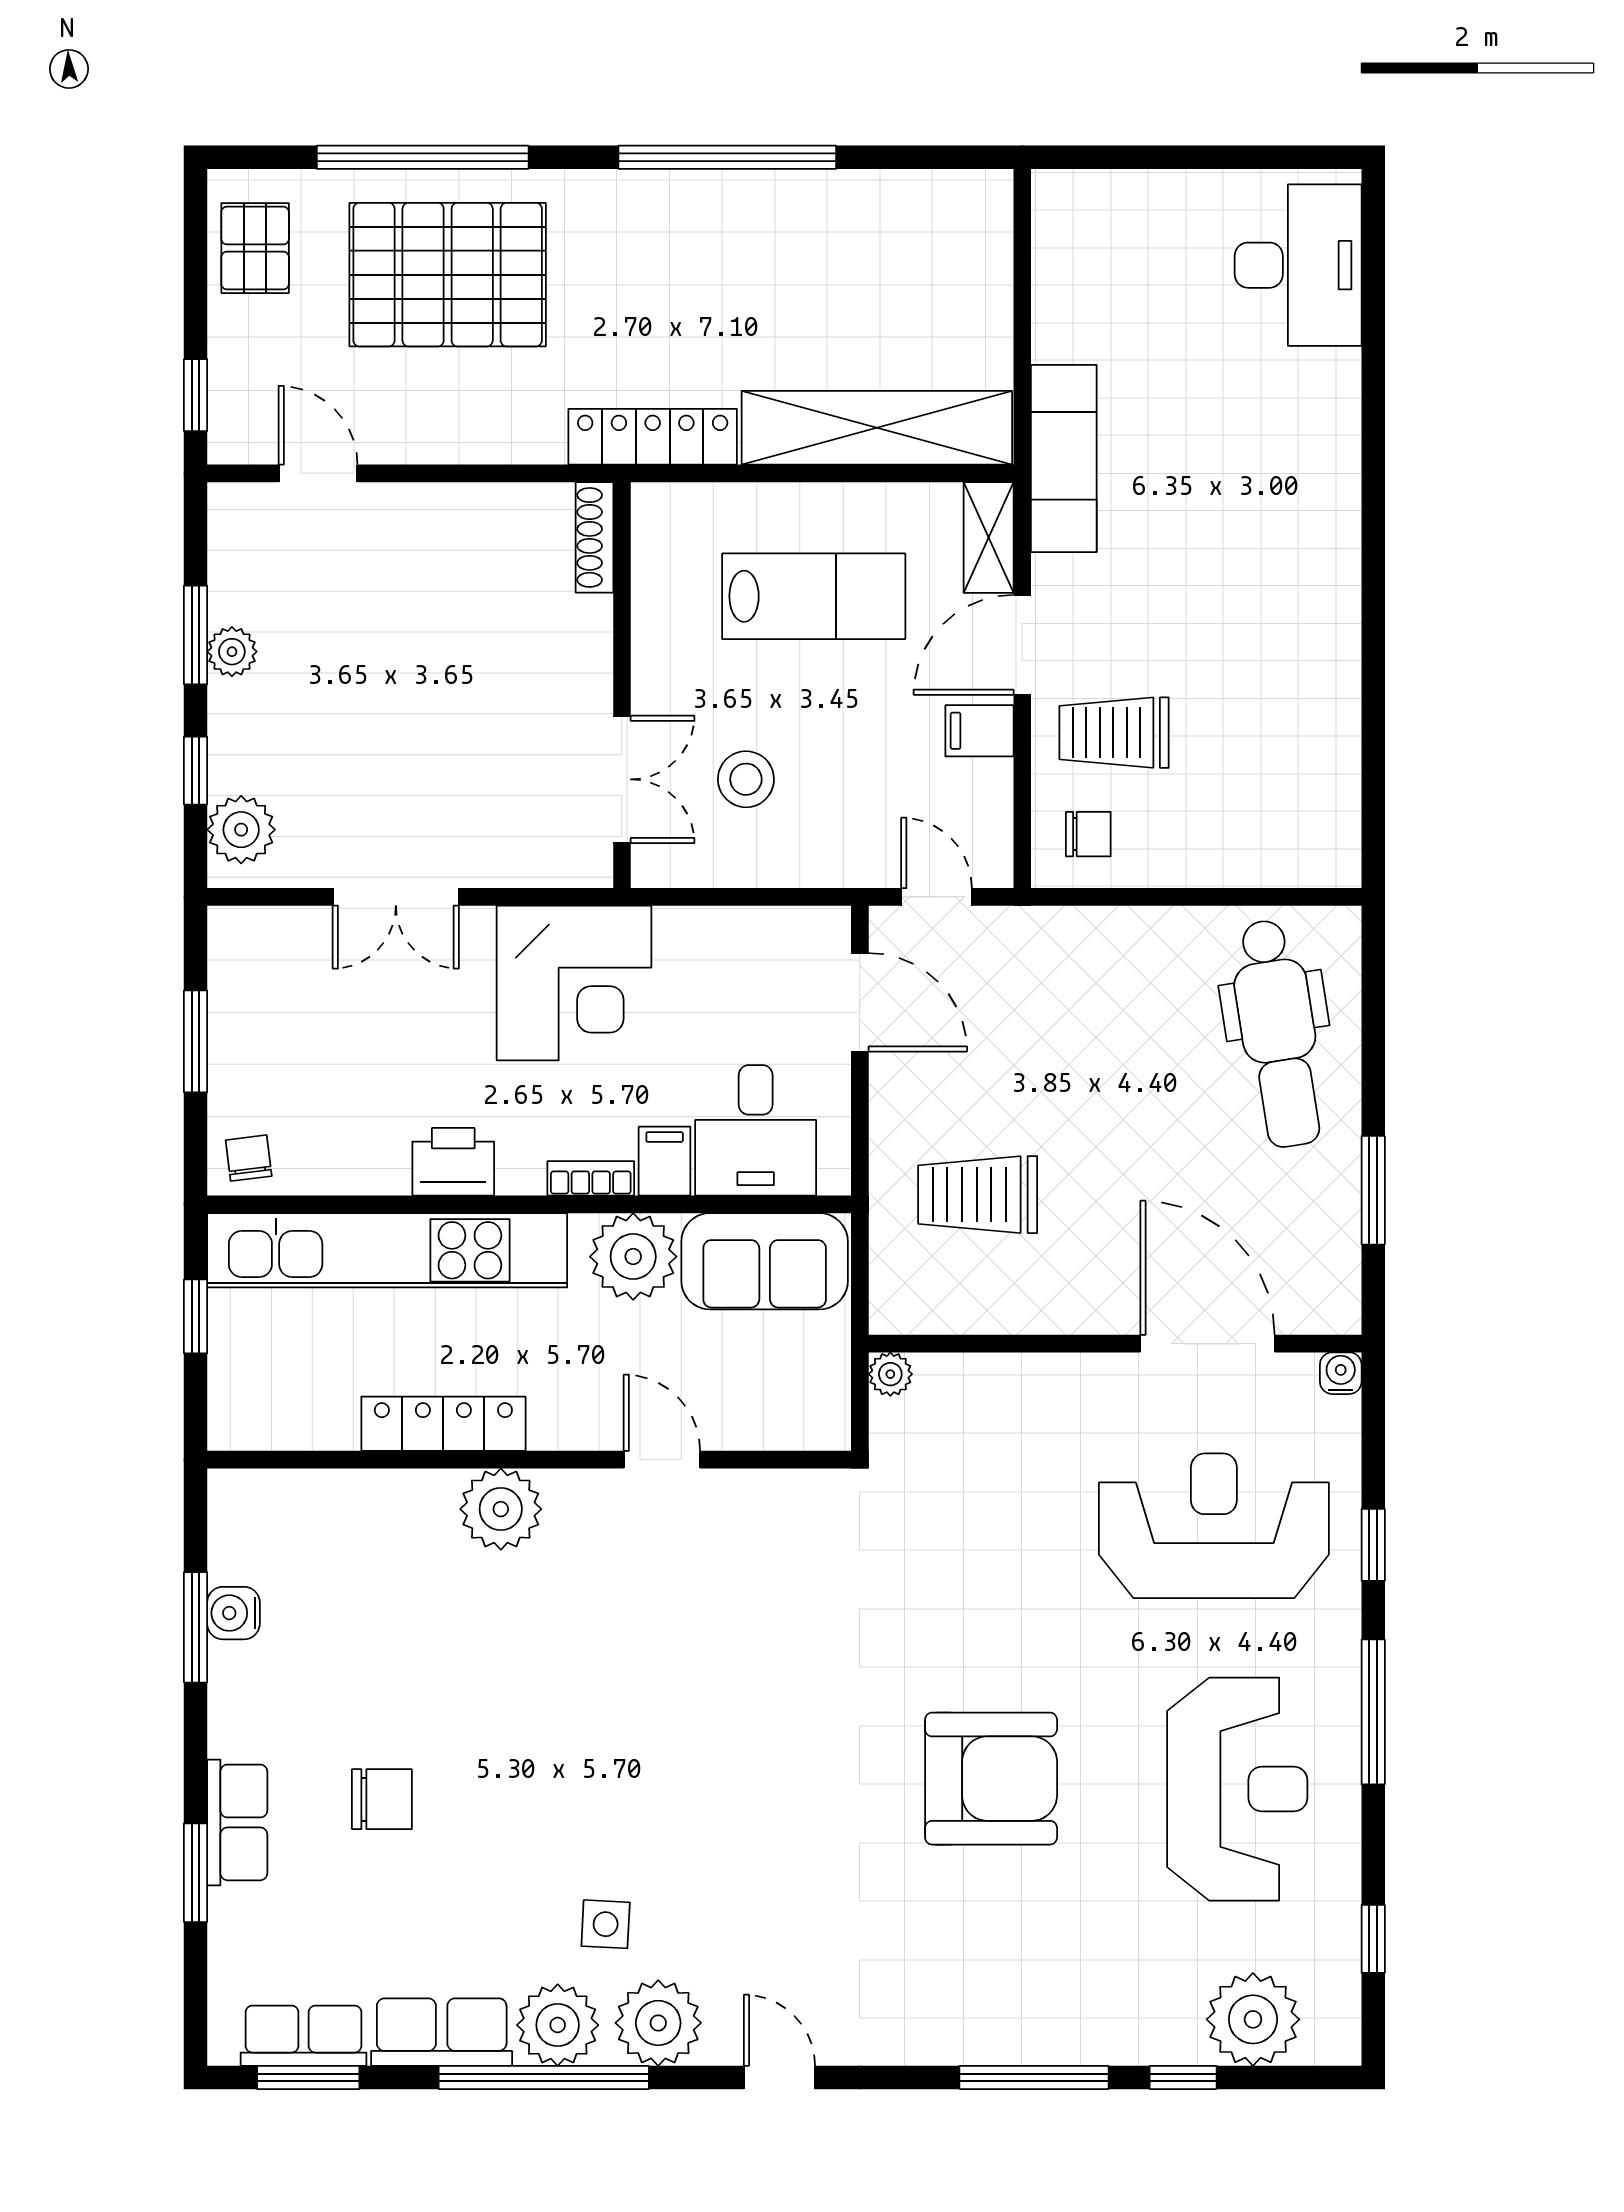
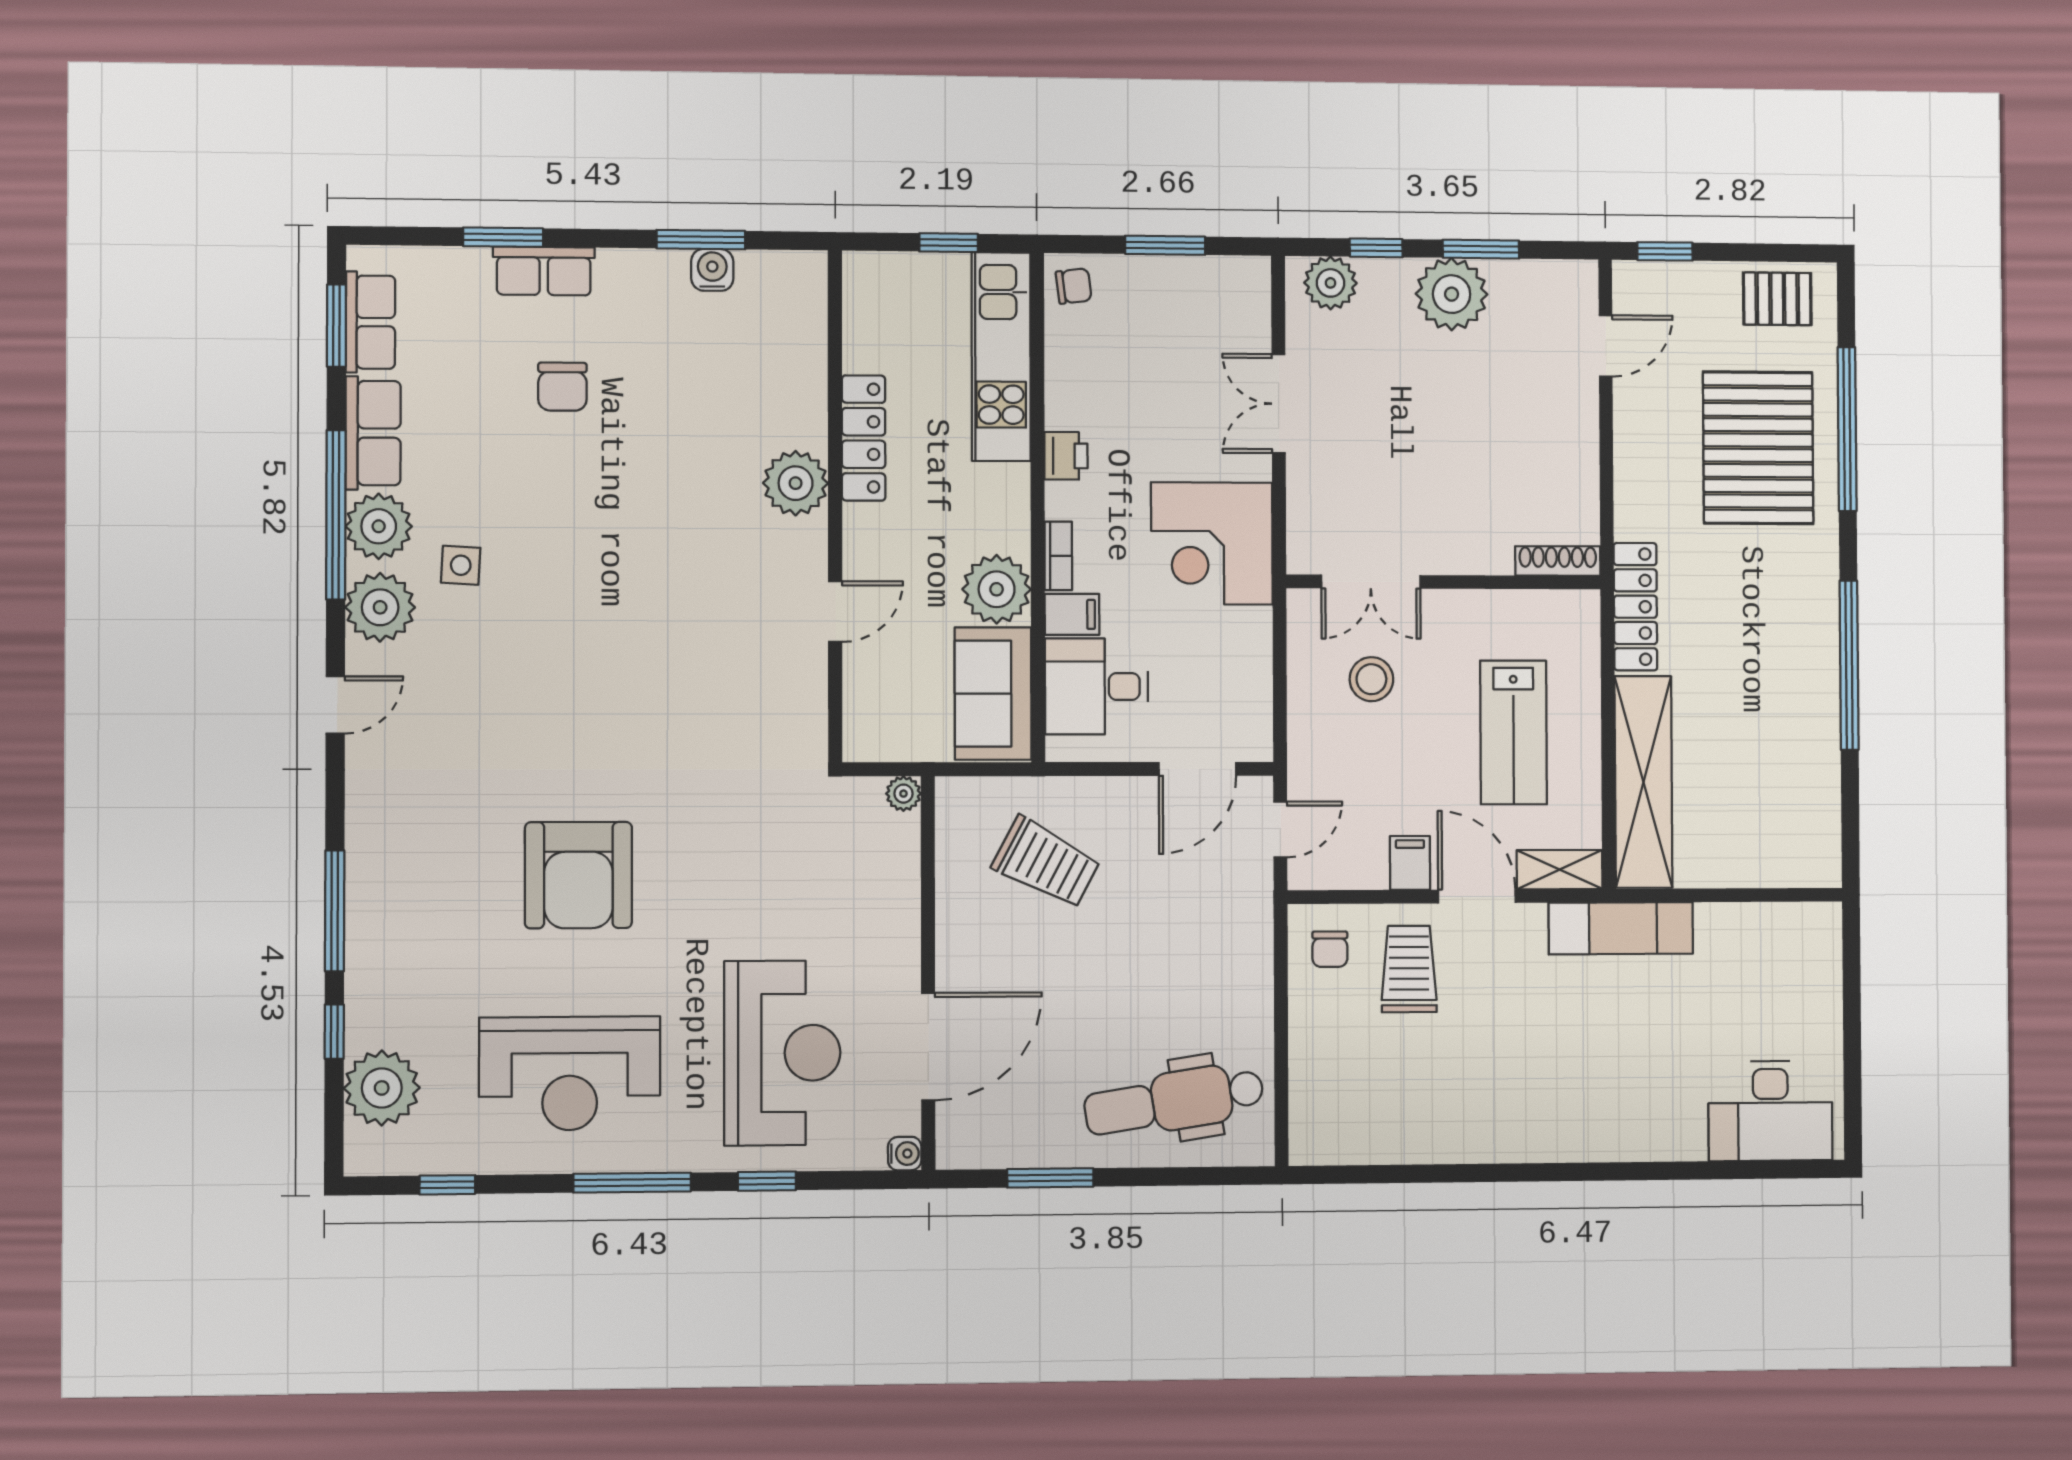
plant: (232, 652) -> (1452, 294), width x1.88, depth x1.88
printer: (453, 1162) -> (1066, 456), width x0.73, depth x0.81
trolley: (978, 1195) -> (1046, 863), turned 118
kitchen unit: (387, 1250) -> (1001, 357), width x0.73

